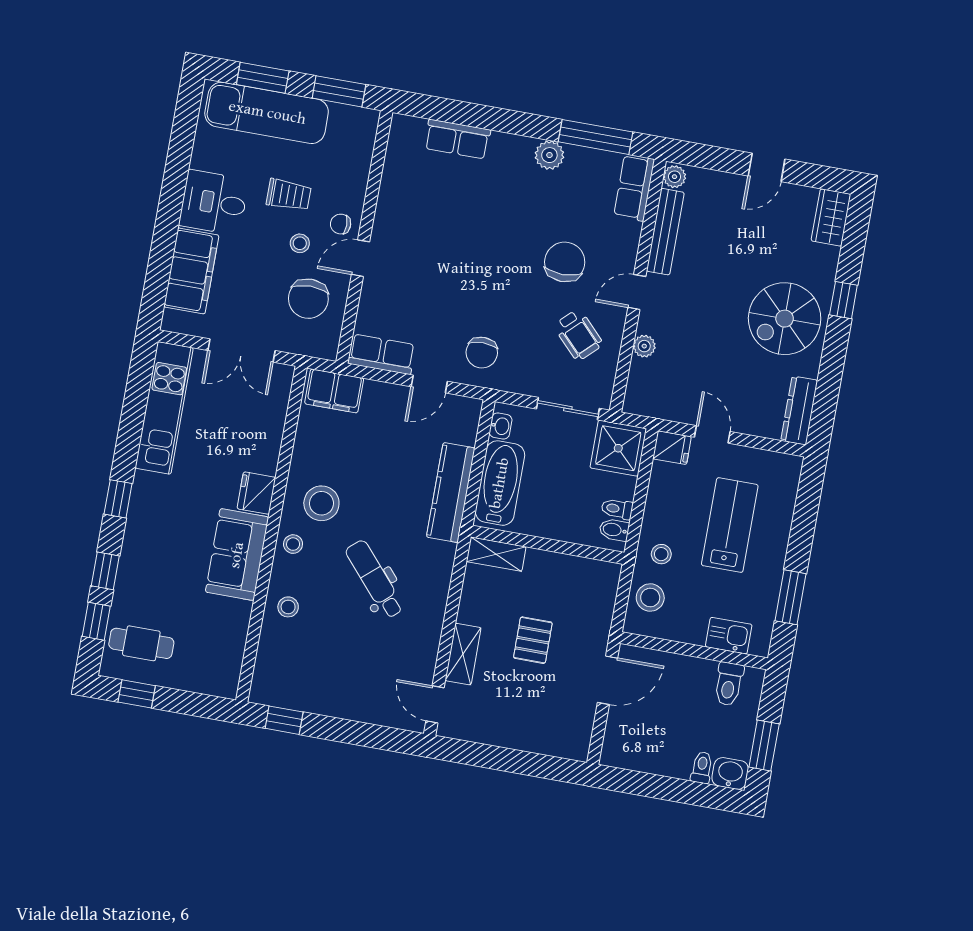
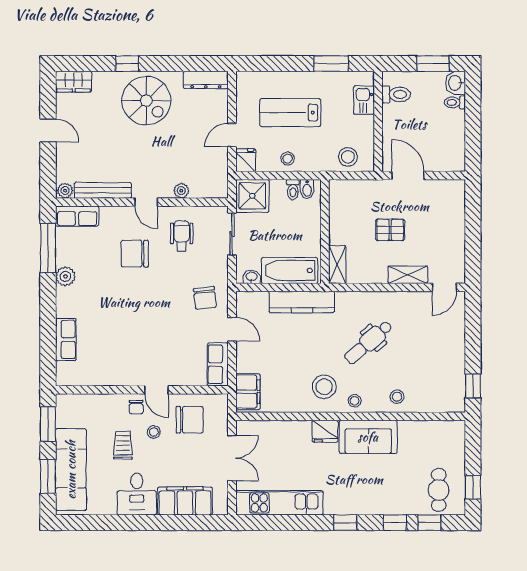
wheelchair: (578, 335) -> (182, 236), turned -46
chair: (482, 353) -> (205, 298), turned 84
stool: (661, 554) -> (288, 159), moved

